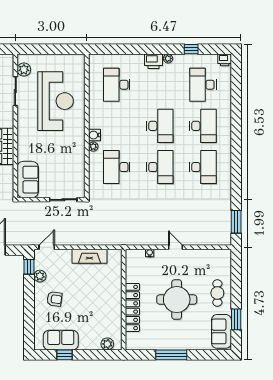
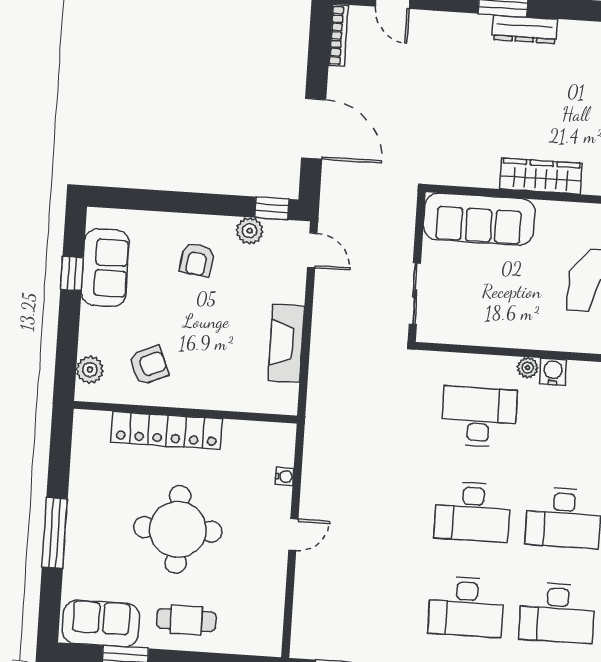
sofa: (28, 180) -> (479, 219), width x1.36
armchair: (104, 318) -> (149, 365), added
window: (171, 355) -> (55, 533), moved

